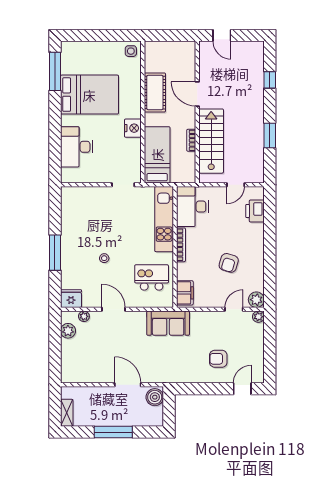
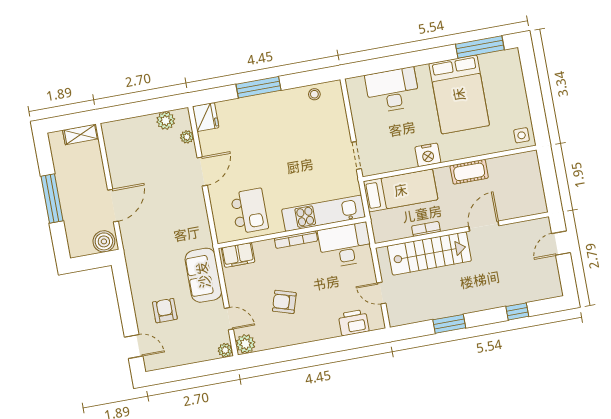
cot: (155, 92) -> (469, 172), width x0.73, depth x0.75
stool: (104, 258) -> (314, 94), moved
sofa: (168, 323) -> (203, 275), moved
shelving: (67, 413) -> (81, 134), moved

